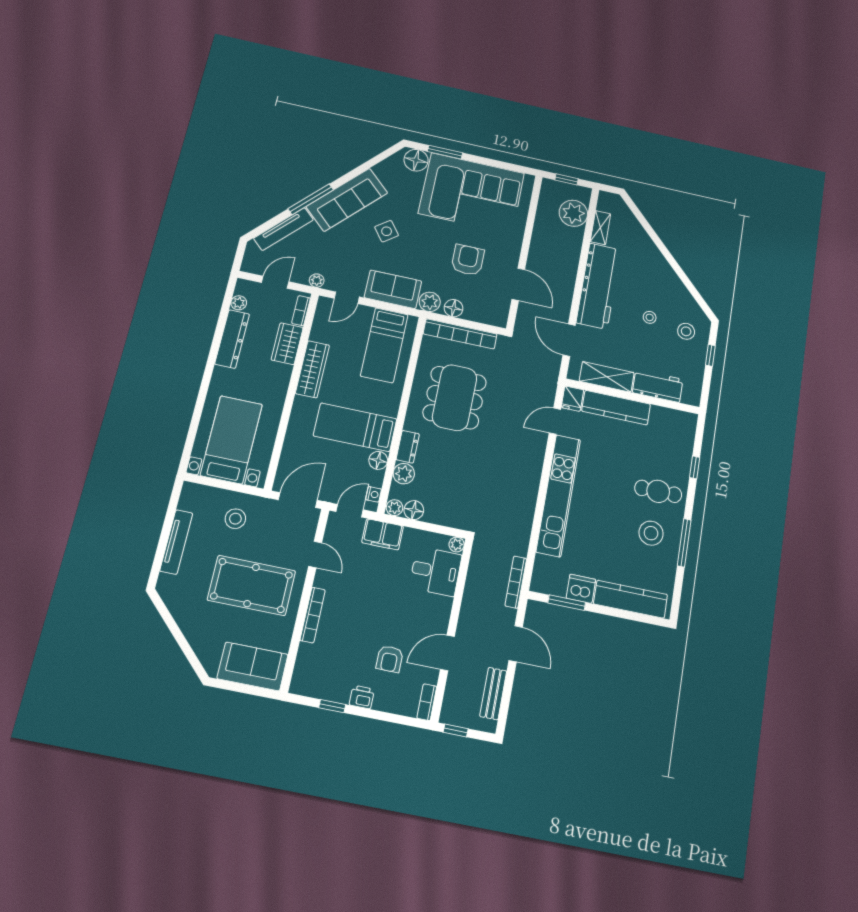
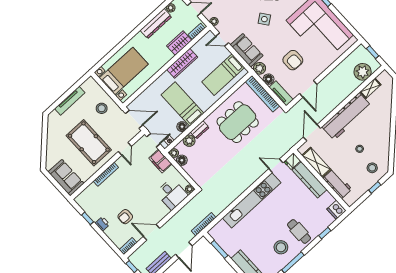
armchair: (468, 260) -> (293, 60), turned 90
tv unit: (486, 316) -> (281, 93), added
dishwasher: (581, 589) -> (337, 210), moved, turned 180

